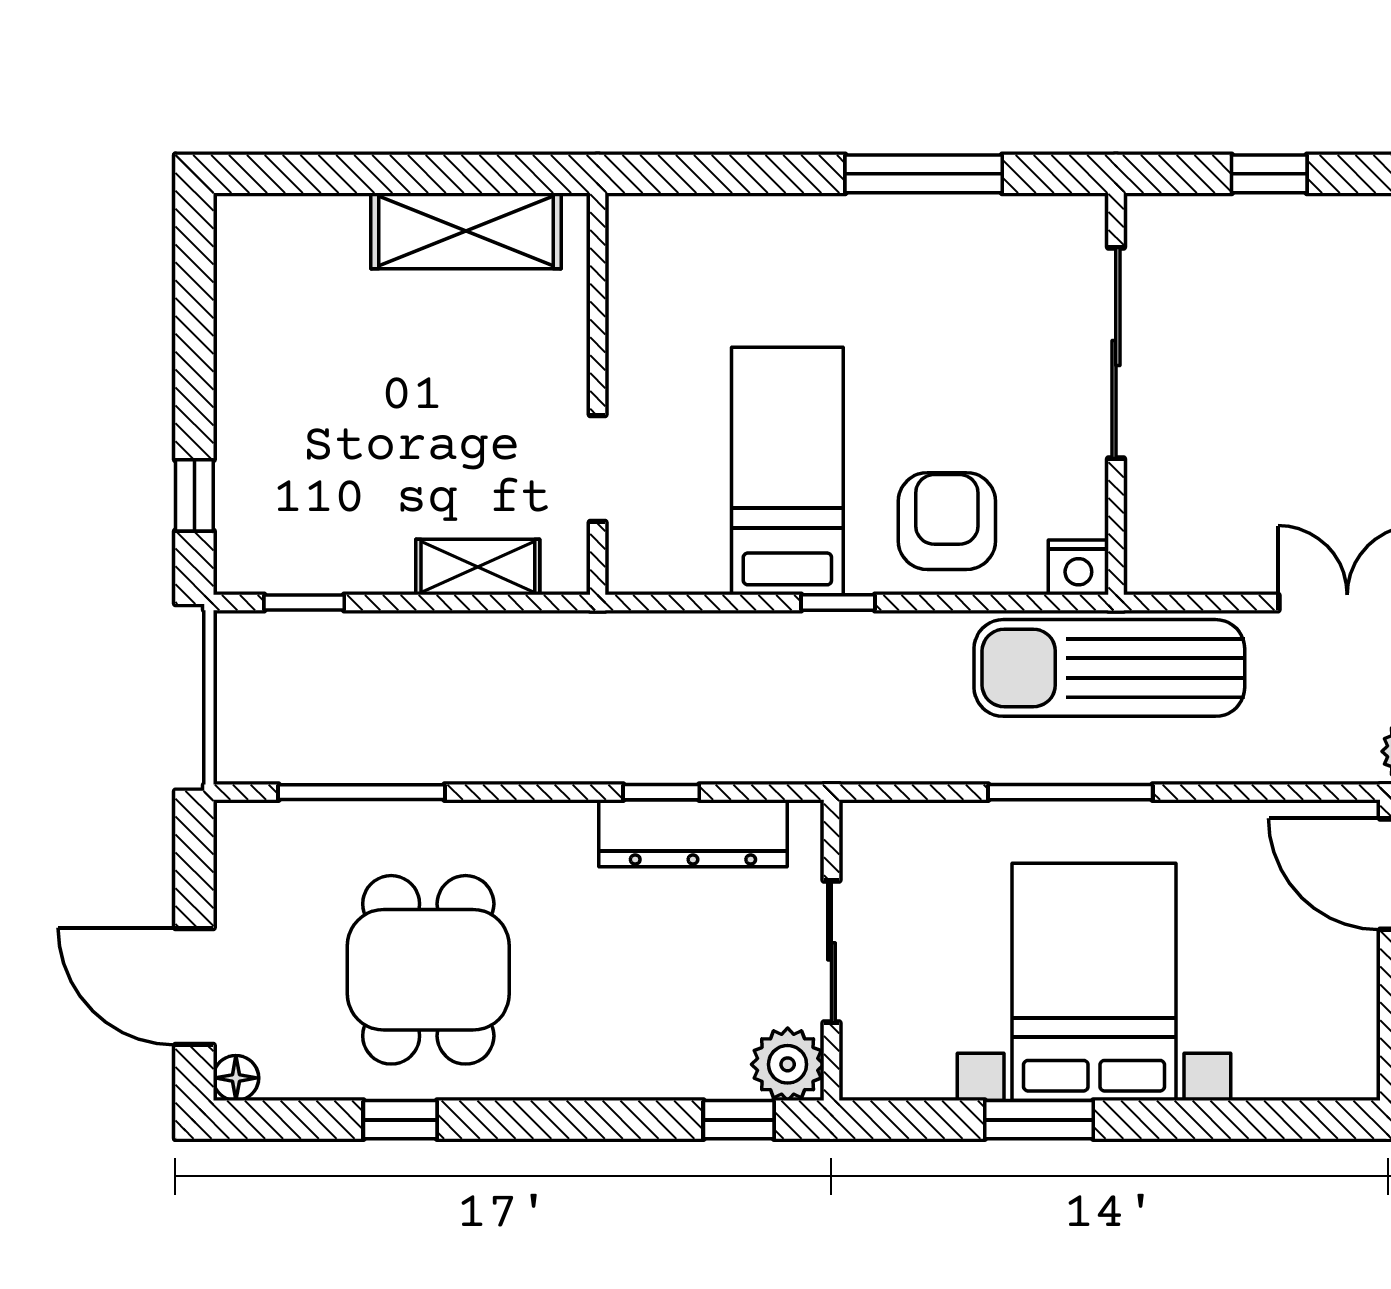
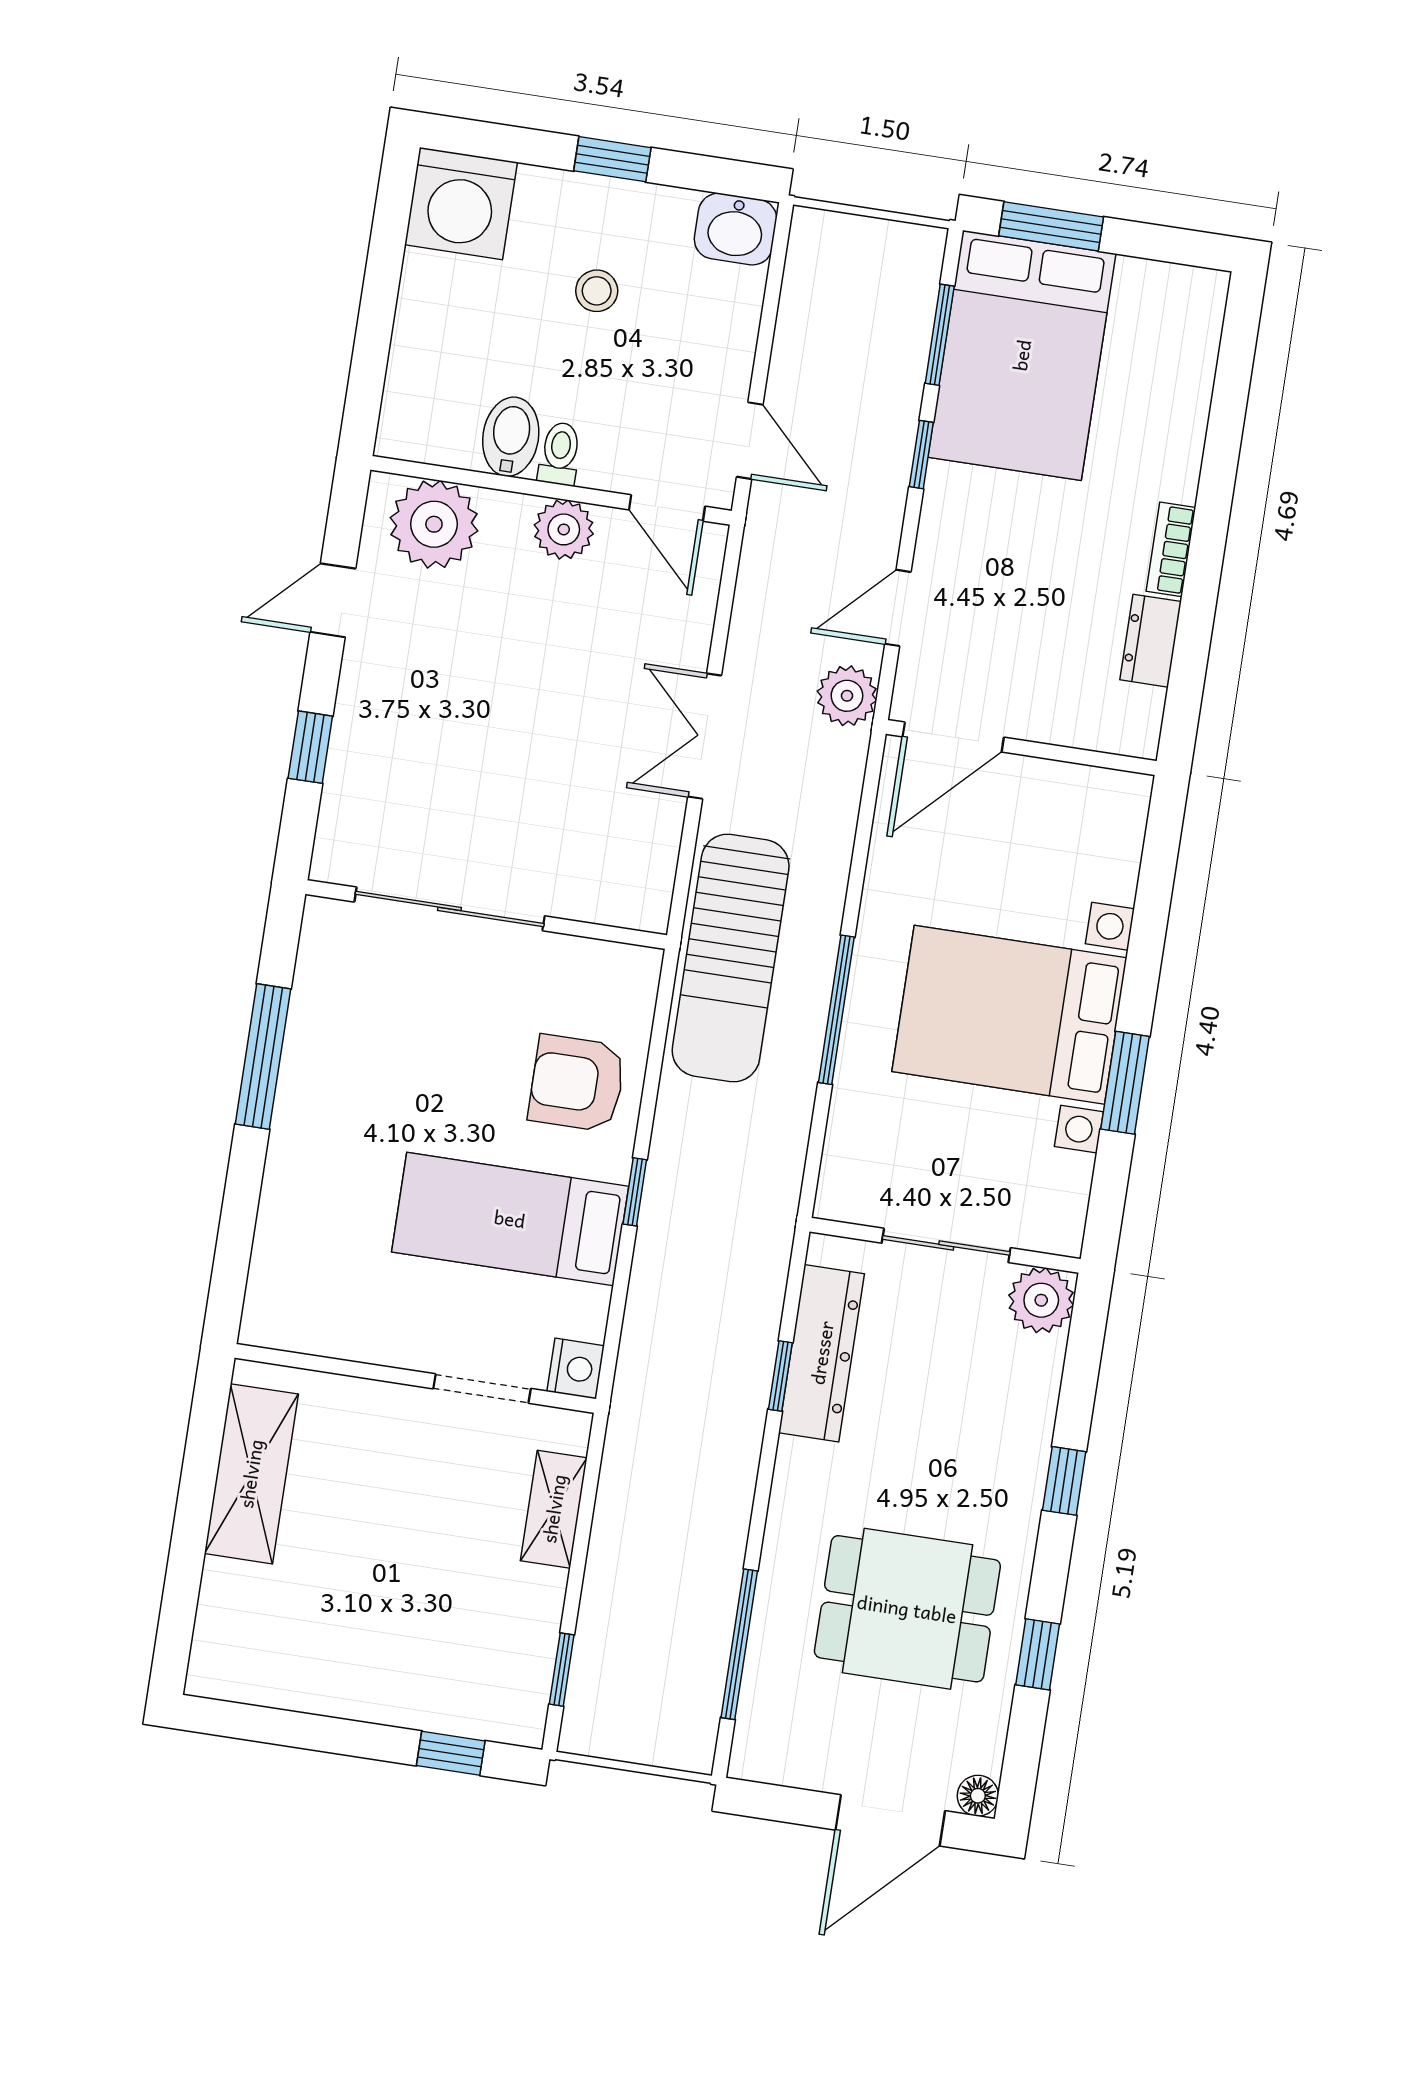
nightstand: (1078, 567) -> (576, 1369), moved
window: (739, 1120) -> (1064, 1481), moved

